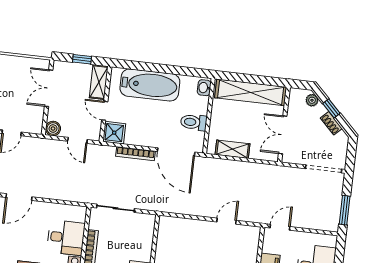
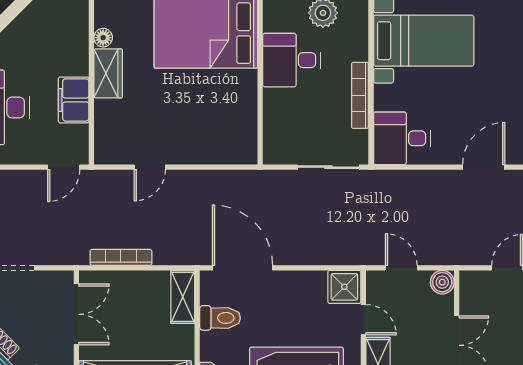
shelving: (233, 149) -> (183, 297), moved, turned 90
bookcase: (135, 154) -> (121, 257), moved
desk: (66, 238) -> (402, 138), moved

